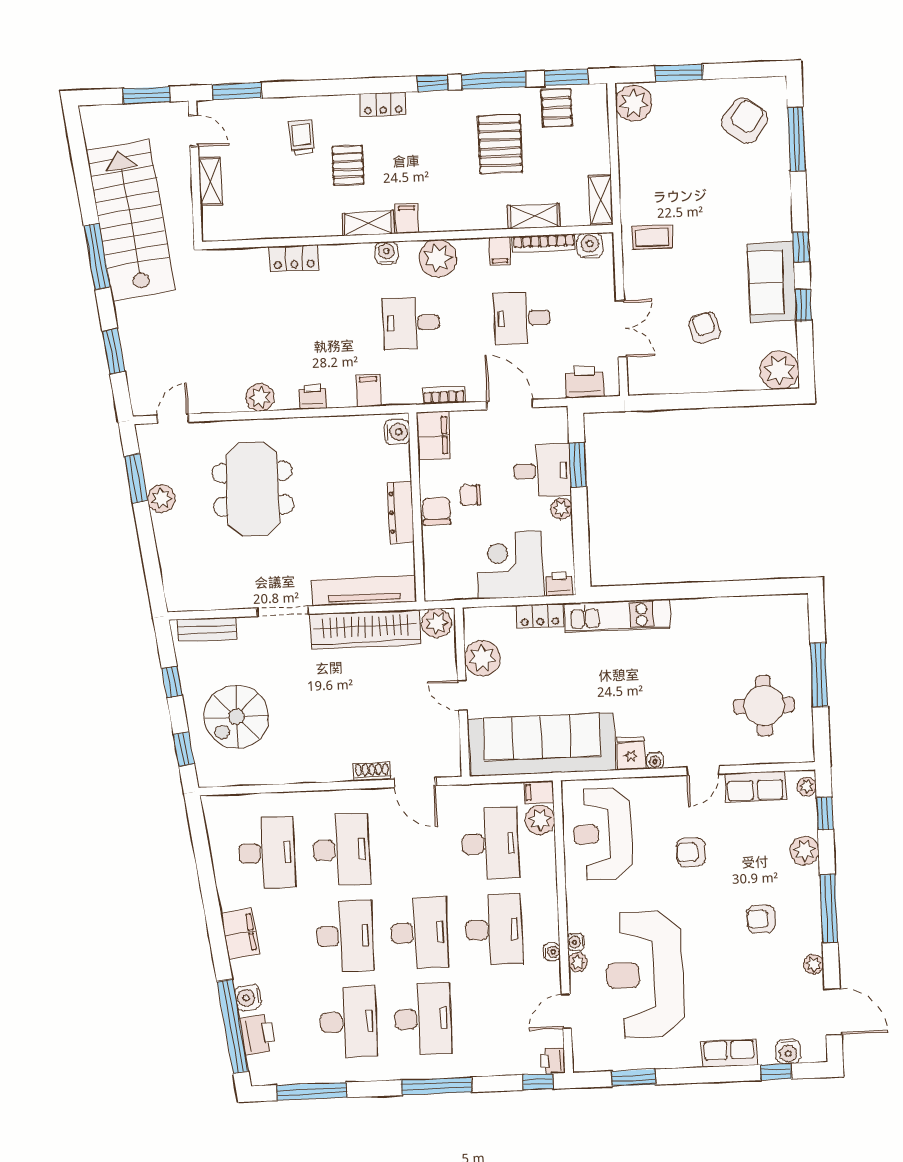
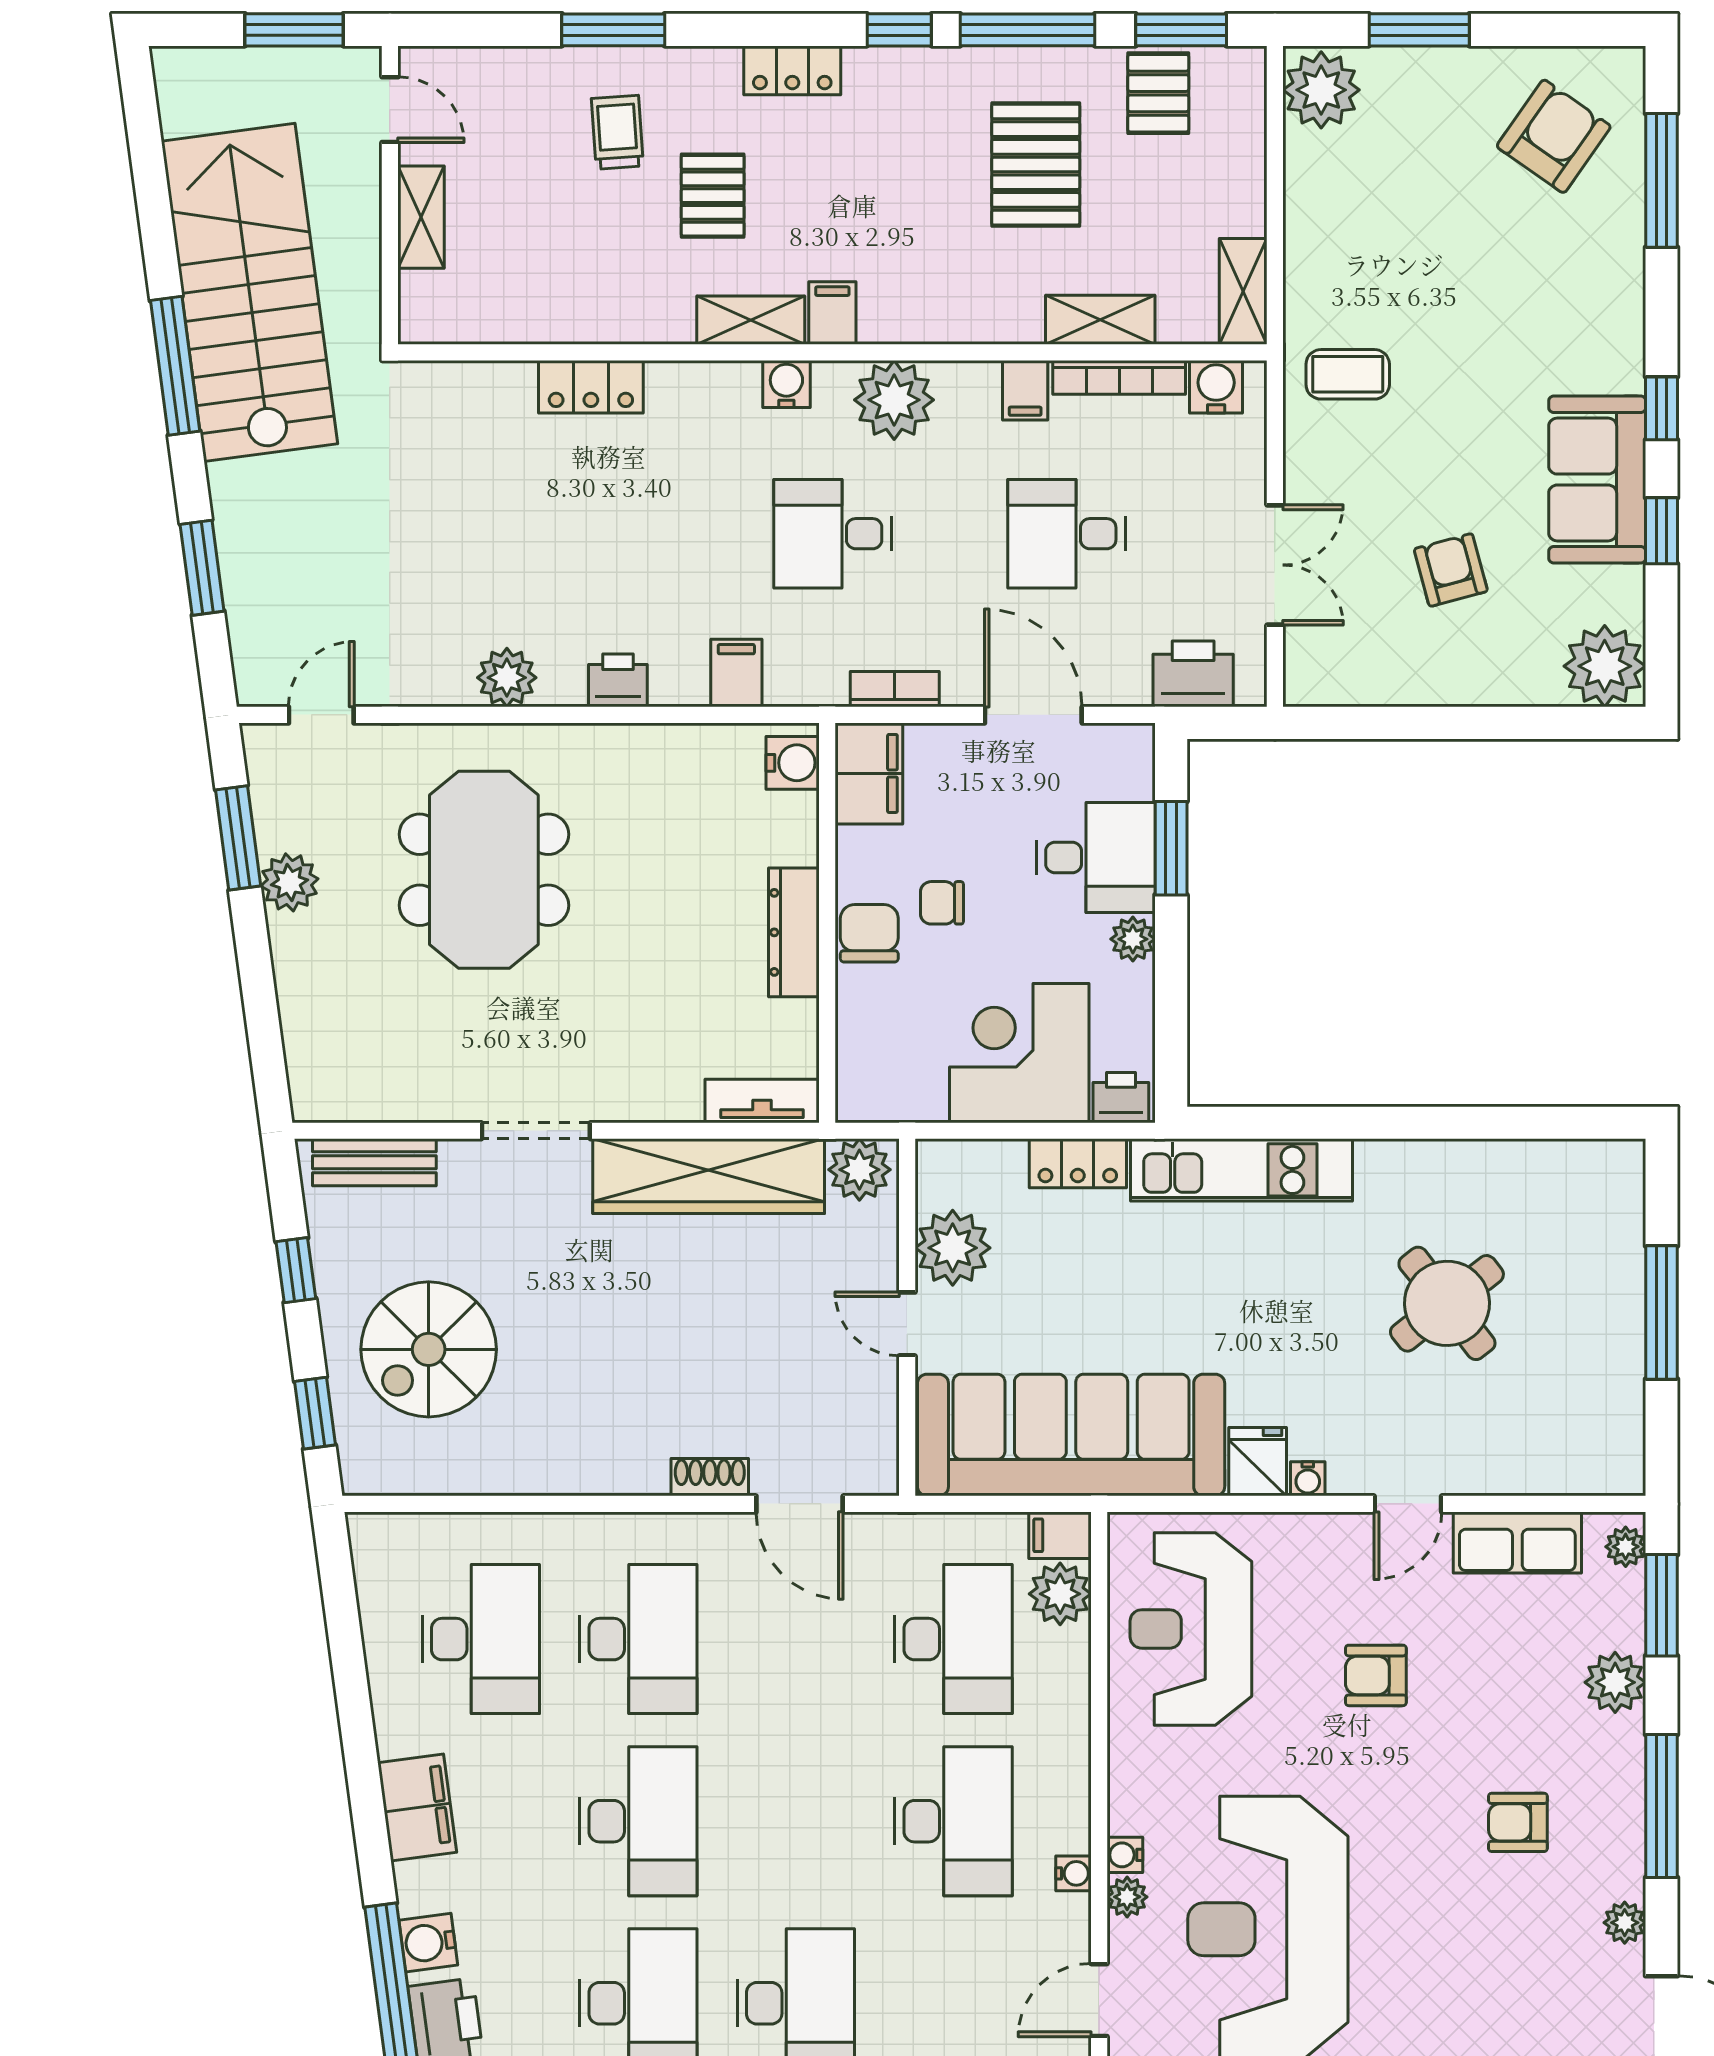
window: (237, 91) -> (613, 30), moved
tv unit: (364, 591) -> (762, 1101), width x0.52, depth x0.78
round table: (764, 706) -> (1447, 1303), moved, turned -38
window: (825, 813) -> (1662, 1605), width x1.50
desk: (419, 933) -> (796, 1821), removed

